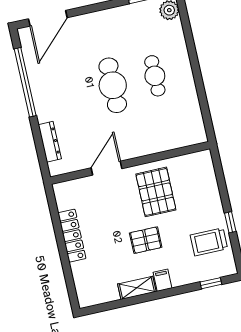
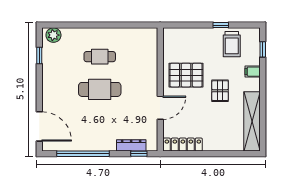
window: (41, 154) -> (139, 154), added
door: (107, 168) -> (160, 108), swing flipped
locker: (72, 236) -> (183, 145), moved
filing cabinet: (162, 280) -> (253, 72), moved
shelving: (137, 288) -> (252, 121), width x2.20, depth x1.33

